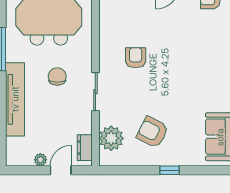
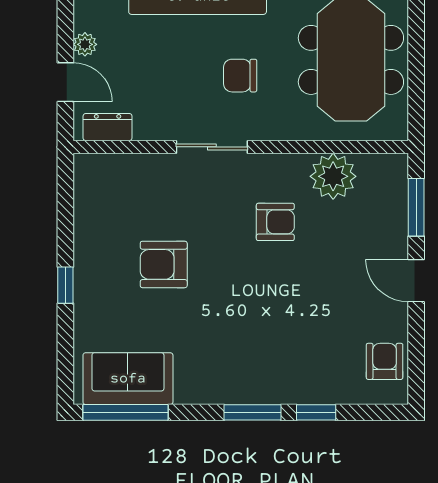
chair: (57, 77) -> (240, 76), turned 180
armchair: (152, 132) -> (164, 264), moved, turned -117
plant: (111, 138) -> (333, 176), moved

